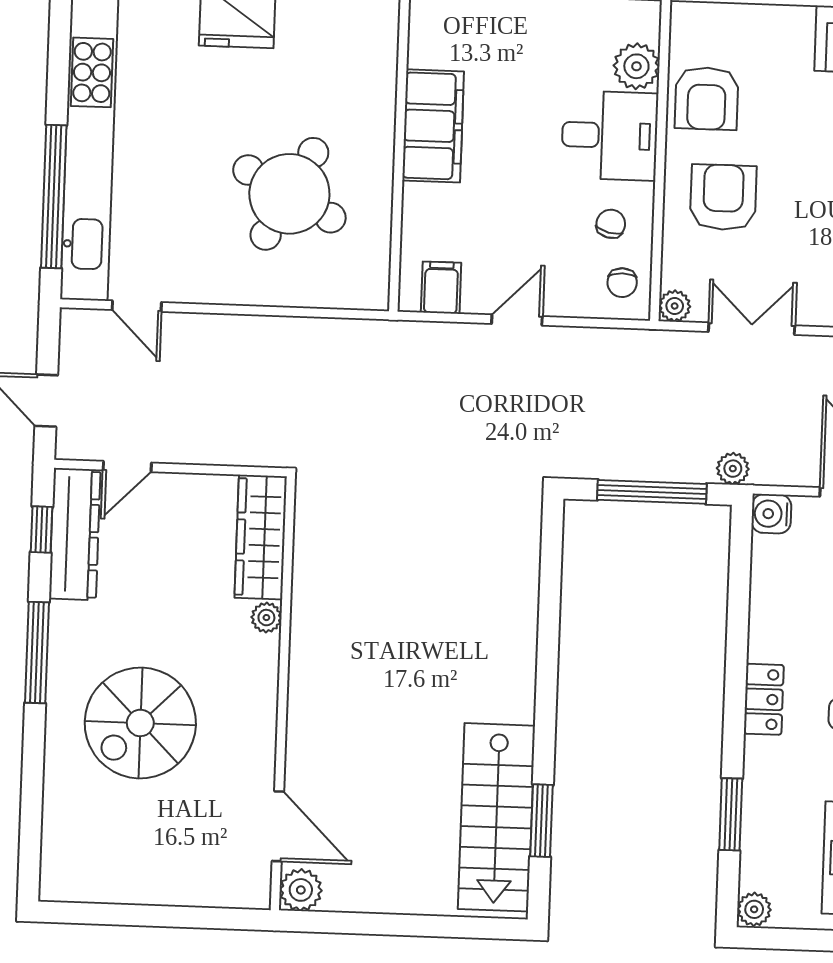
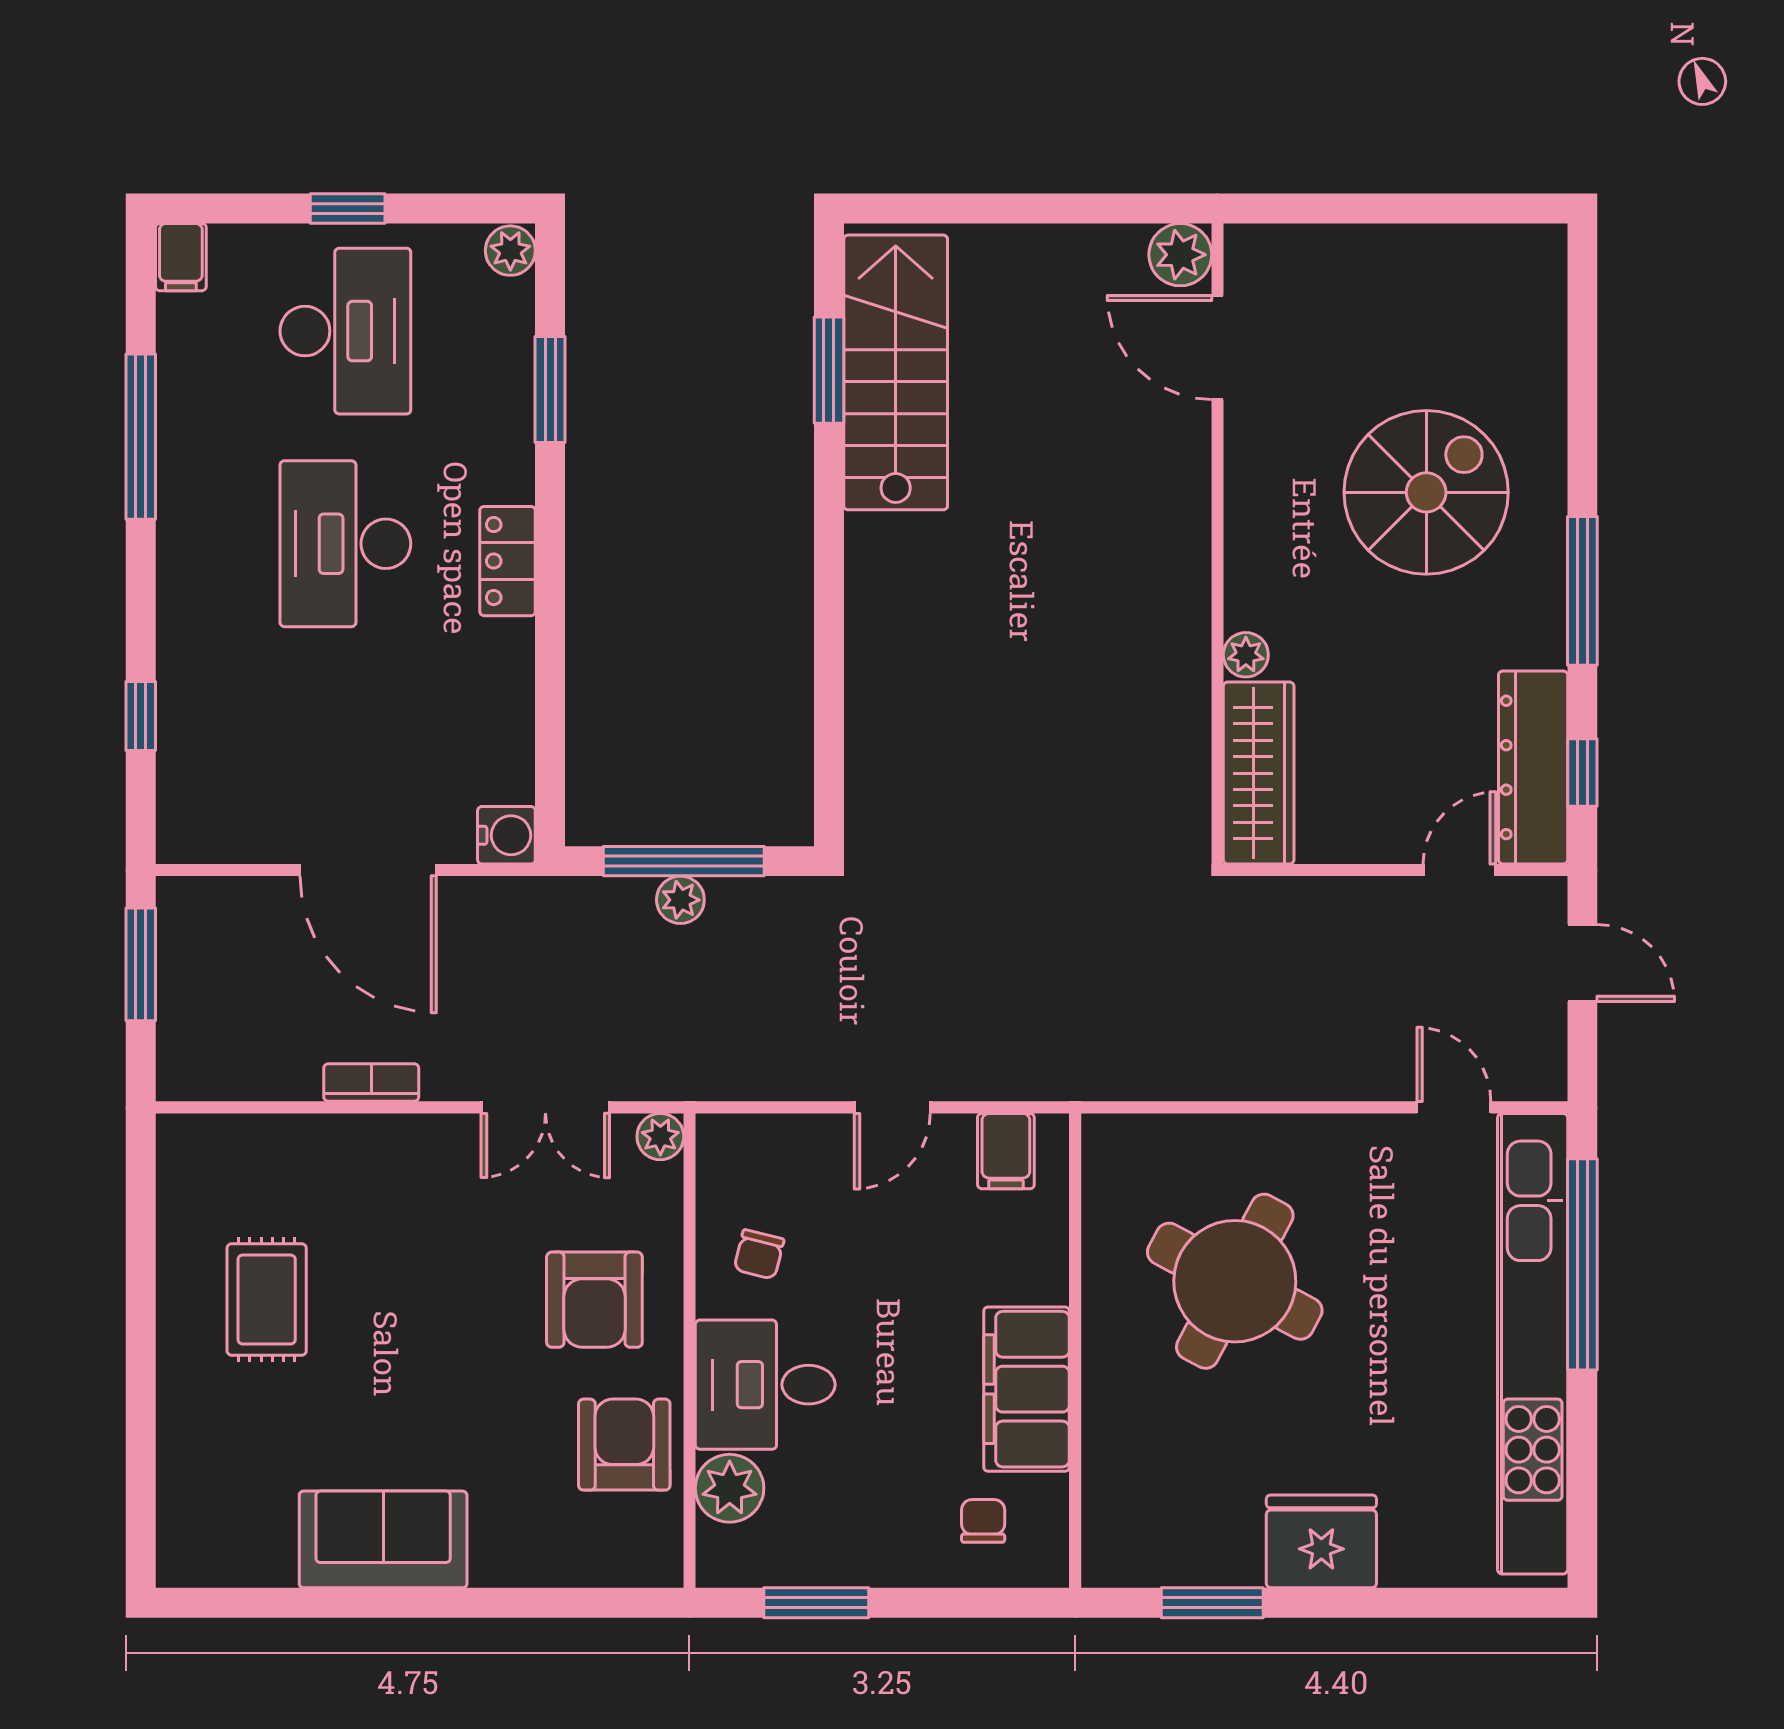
chair: (622, 283) -> (983, 1521), moved
plant: (733, 469) -> (680, 900), moved

